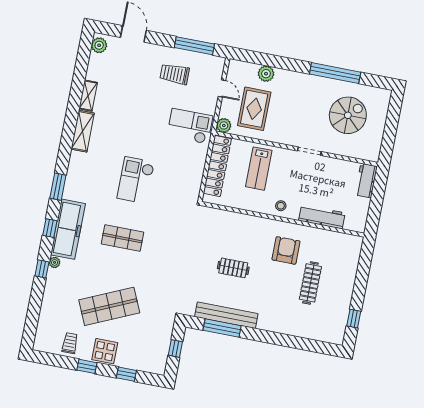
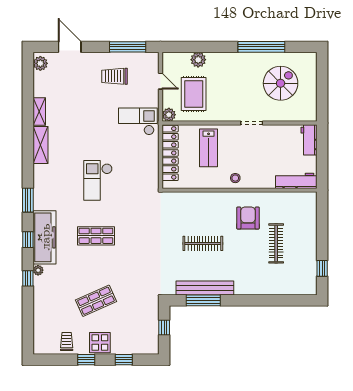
workbench: (322, 217) -> (296, 181), moved
clothes rail: (233, 268) -> (203, 243), width x1.36
shop shelf: (109, 306) -> (96, 301), width x0.70, depth x0.74

